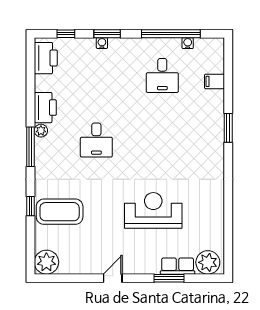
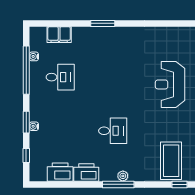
printer: (46, 58) -> (60, 172), moved
filing cabinet: (214, 81) -> (59, 35), width x2.00
plant: (41, 131) -> (123, 176), moved
window: (30, 206) -> (180, 184), moved

